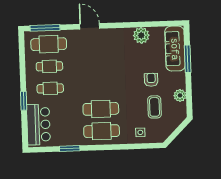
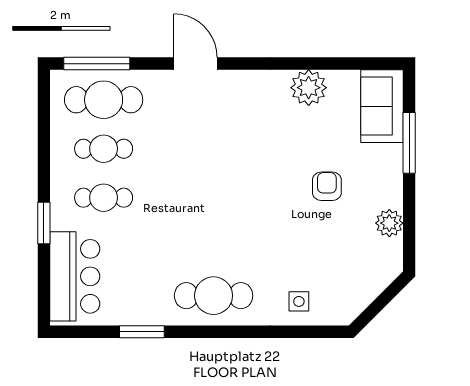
sofa: (175, 49) -> (382, 106), width x0.73
coffee table: (154, 107) -> (332, 247), removed
cafe table: (101, 109) -> (214, 247), removed

